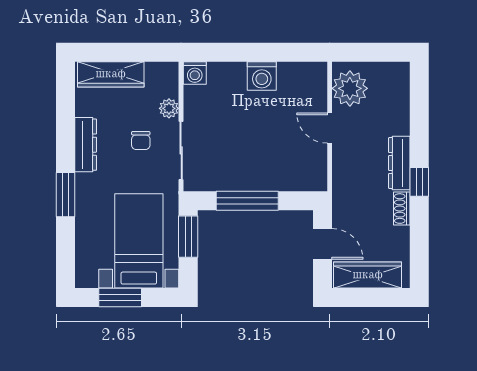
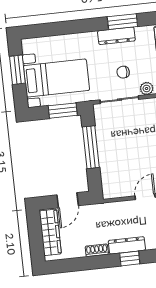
window: (419, 182) -> (130, 258), moved
window: (66, 195) -> (122, 22), moved

